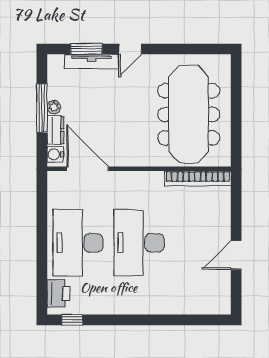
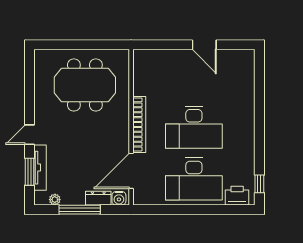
door: (130, 49) -> (29, 135), swing flipped
plant: (54, 107) -> (55, 200), moved
meeting table: (189, 114) -> (85, 85), width x0.73
bookcase: (198, 178) -> (139, 124), moved

